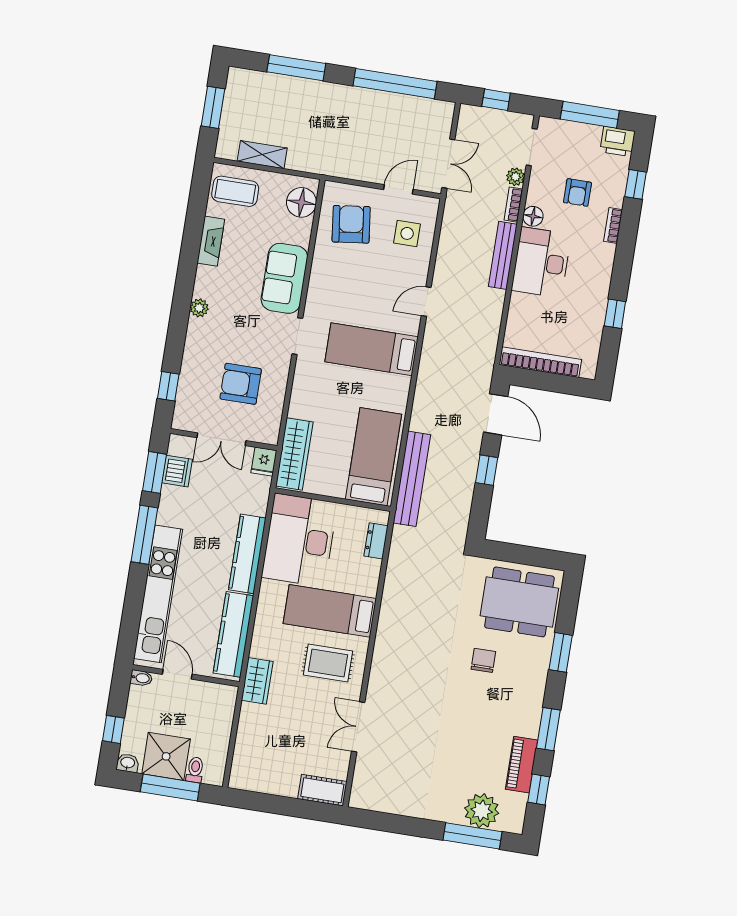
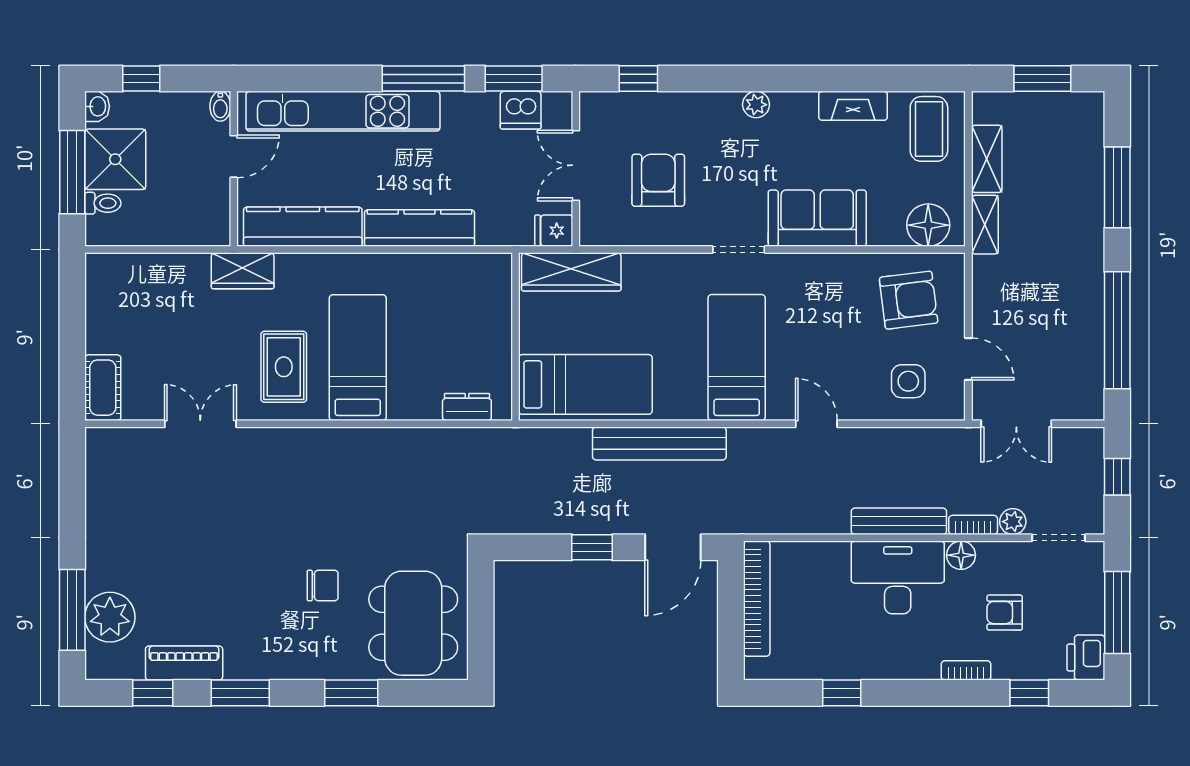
shelving: (307, 163) -> (985, 225), added
bench: (412, 479) -> (659, 443), moved
desk: (300, 540) -> (451, 299), removed

